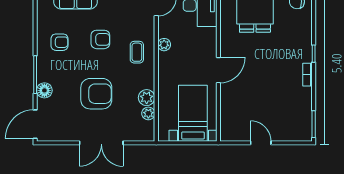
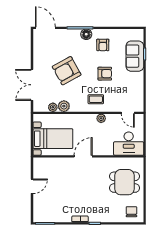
armchair: (100, 39) -> (105, 74), turned -90
door: (218, 70) -> (83, 156), swing flipped
floor lamp: (44, 90) -> (86, 34), moved
armchair: (96, 94) -> (67, 71), turned 61
double door: (101, 143) -> (32, 85), moved

